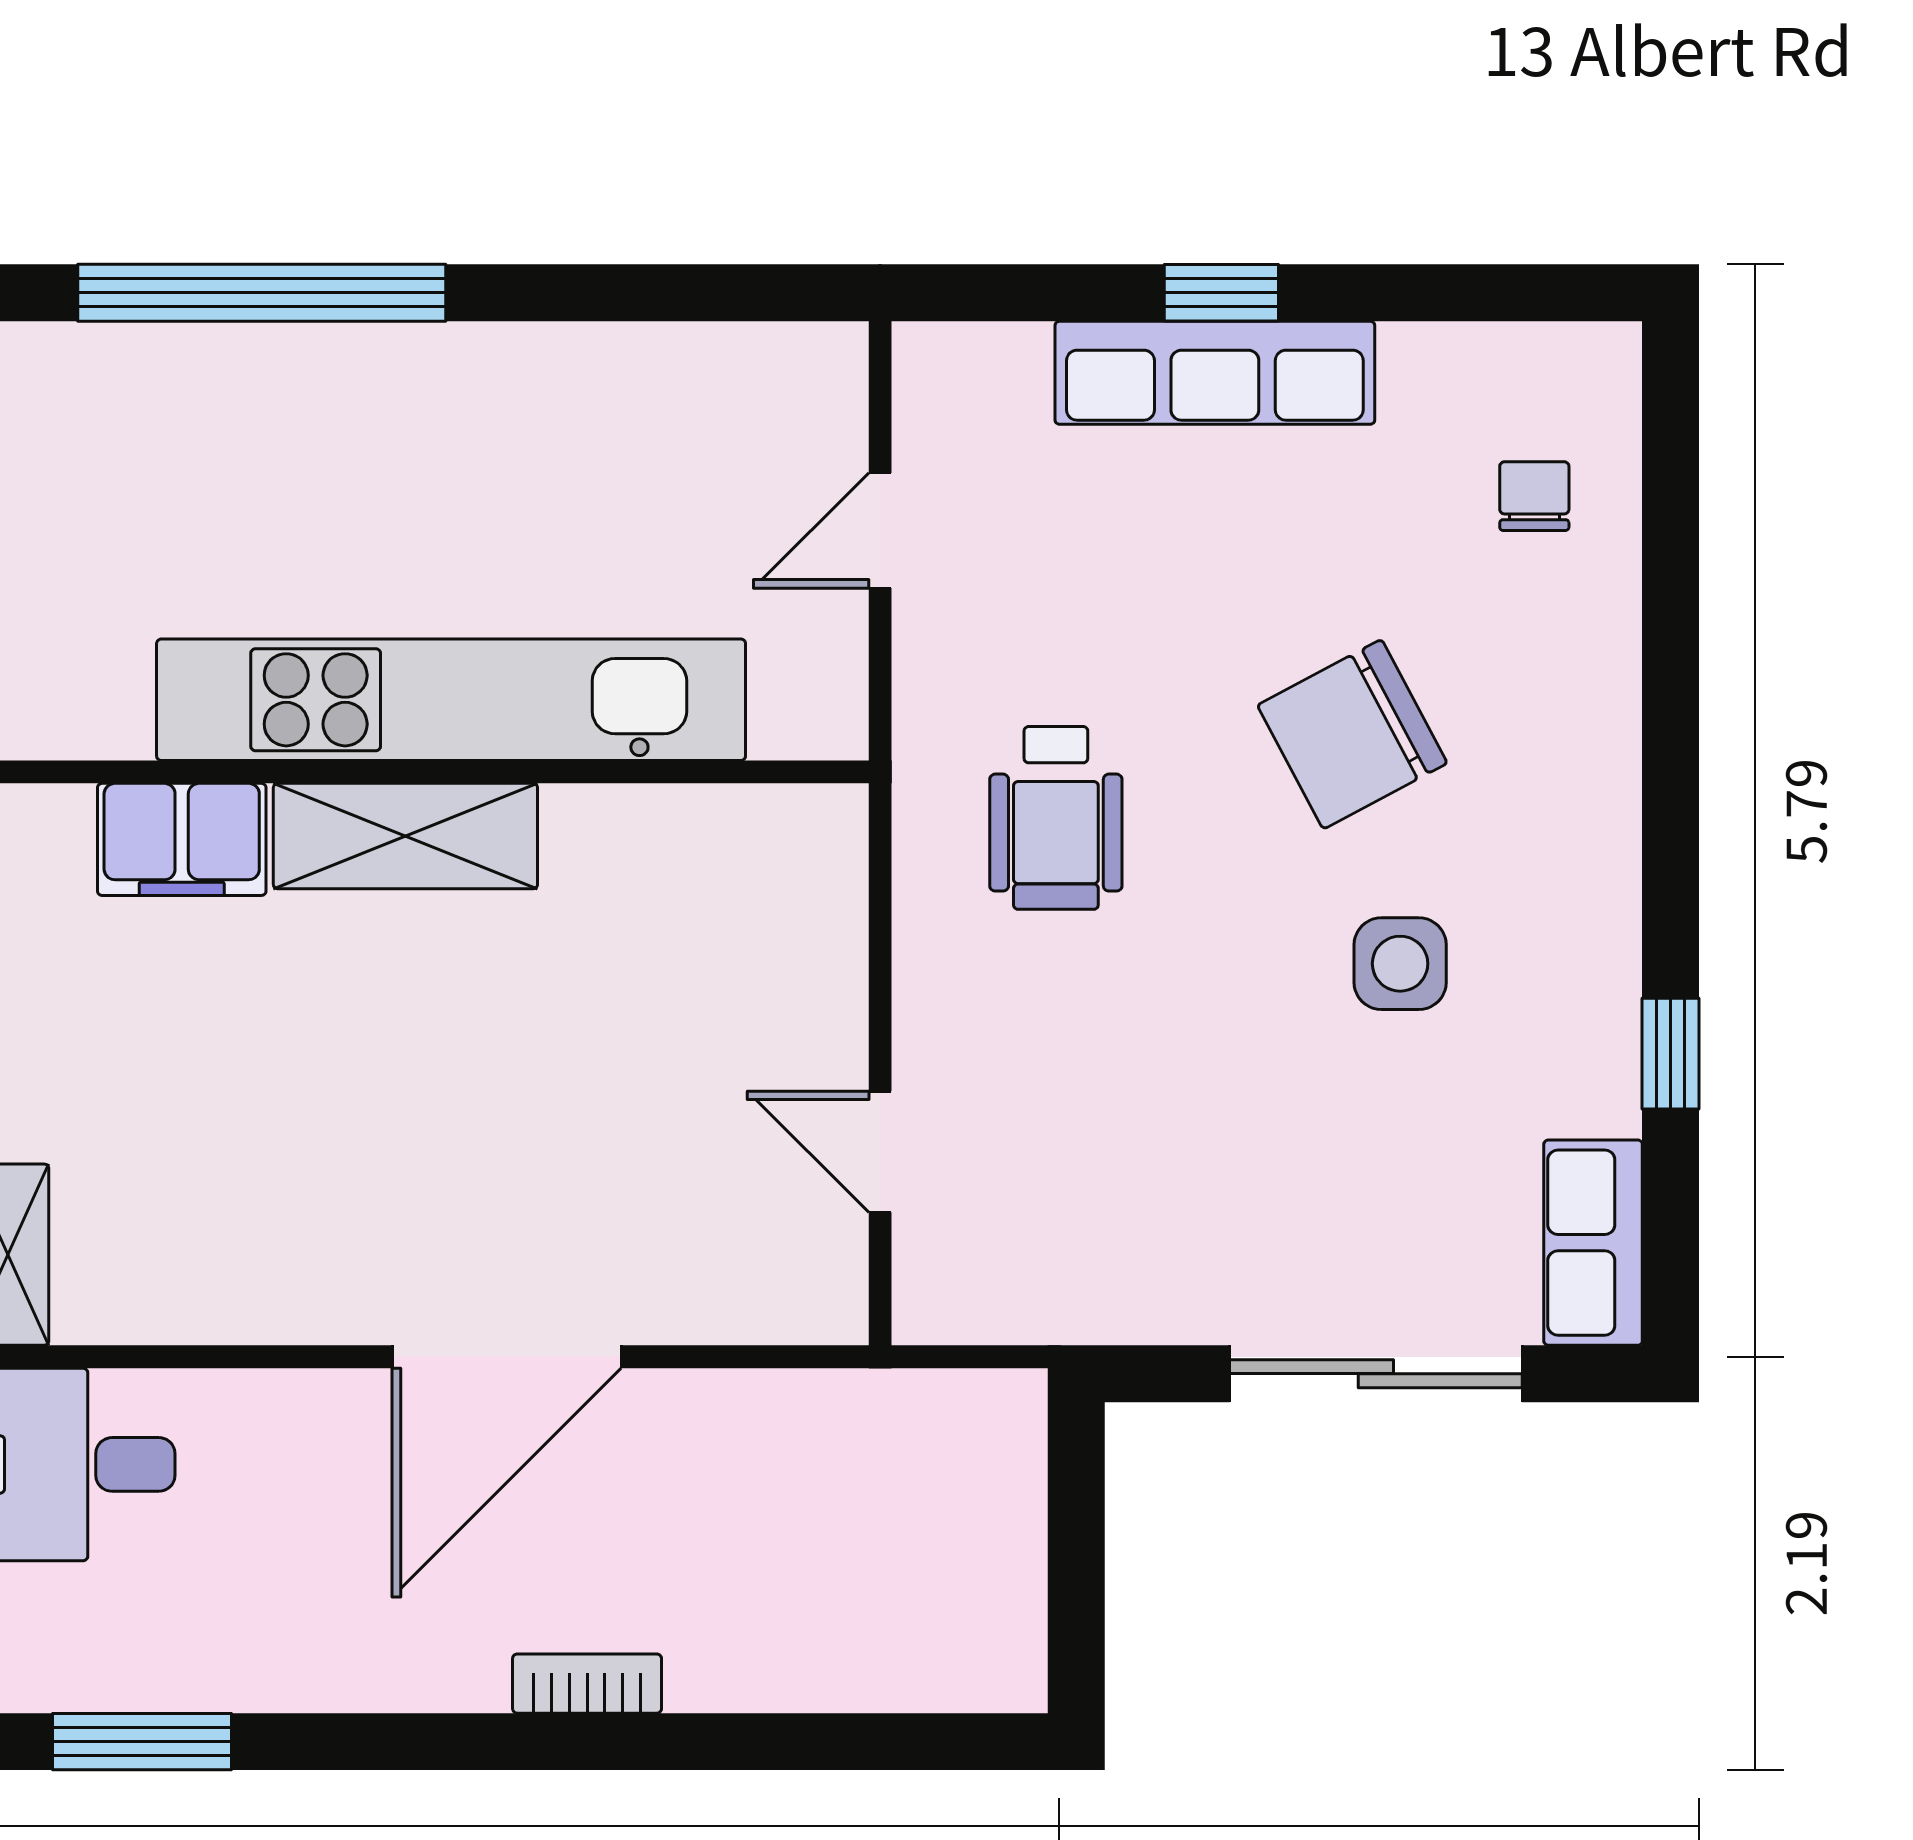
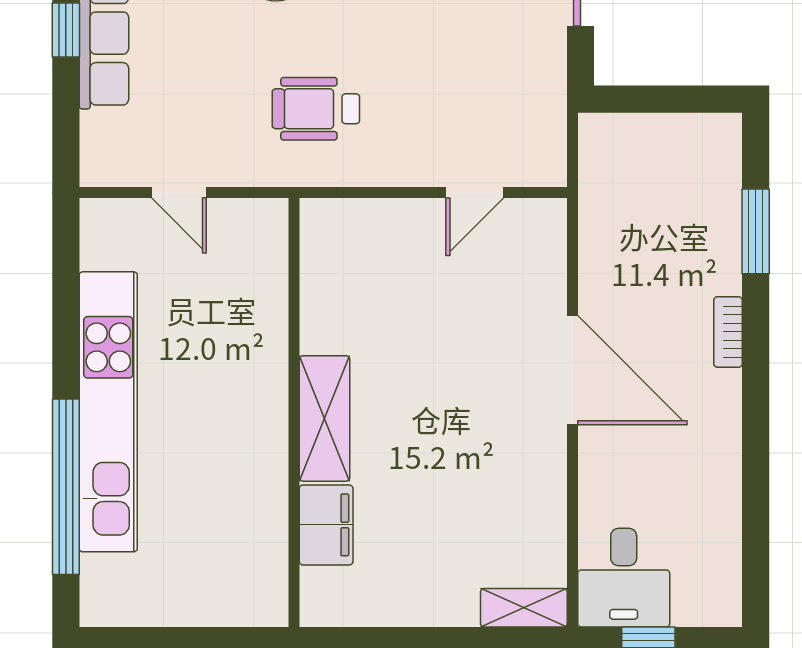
kitchen unit: (451, 700) -> (108, 412), moved, turned 180
wheelchair: (1056, 818) -> (316, 109), turned 180
window: (142, 1742) -> (756, 231), moved

